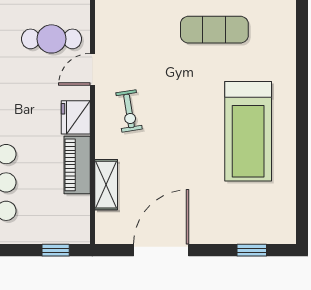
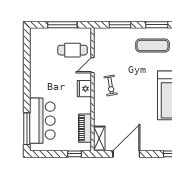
piano: (77, 165) -> (85, 128), moved
shelving: (106, 185) -> (99, 139), moved

